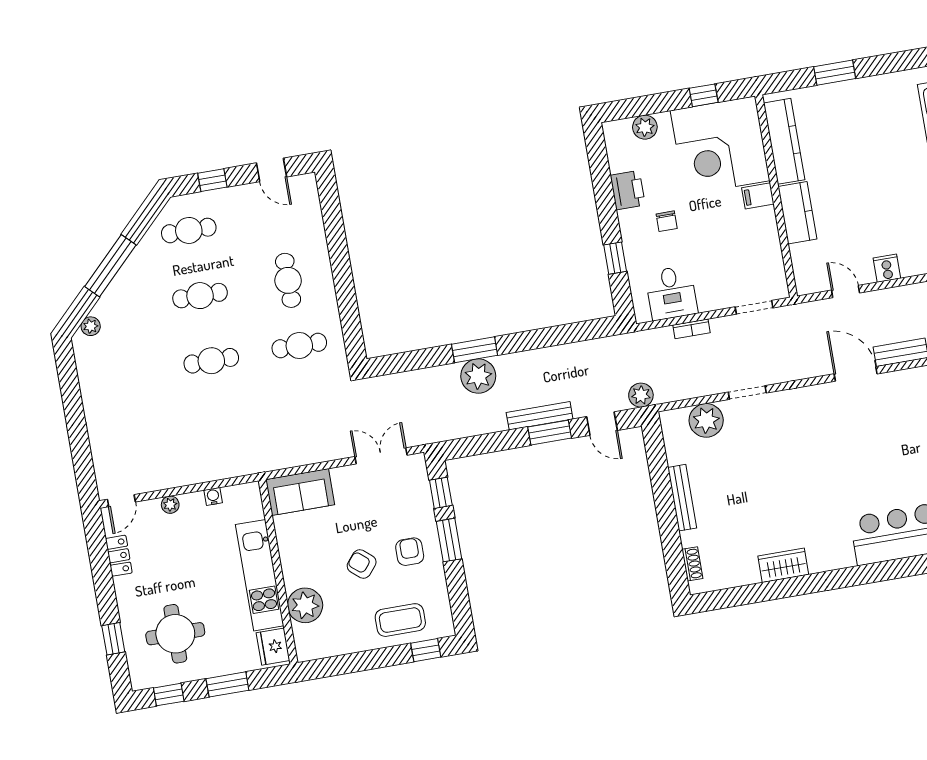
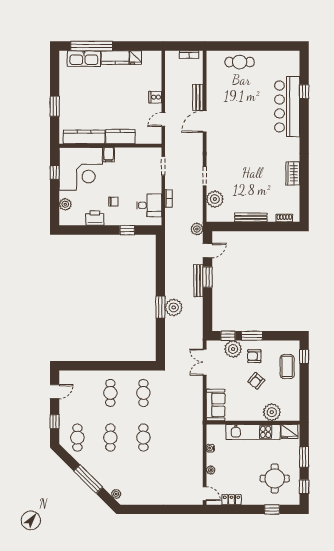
cafe table: (288, 280) -> (110, 393), turned 90
plant: (417, 507) -> (233, 349), added

